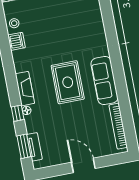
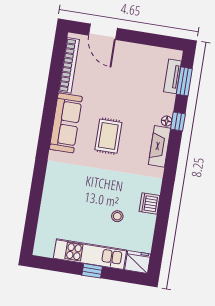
stool: (14, 23) -> (117, 216), moved
rug: (68, 82) -> (108, 136), width x0.73, depth x0.70
door: (83, 165) -> (103, 32), moved

